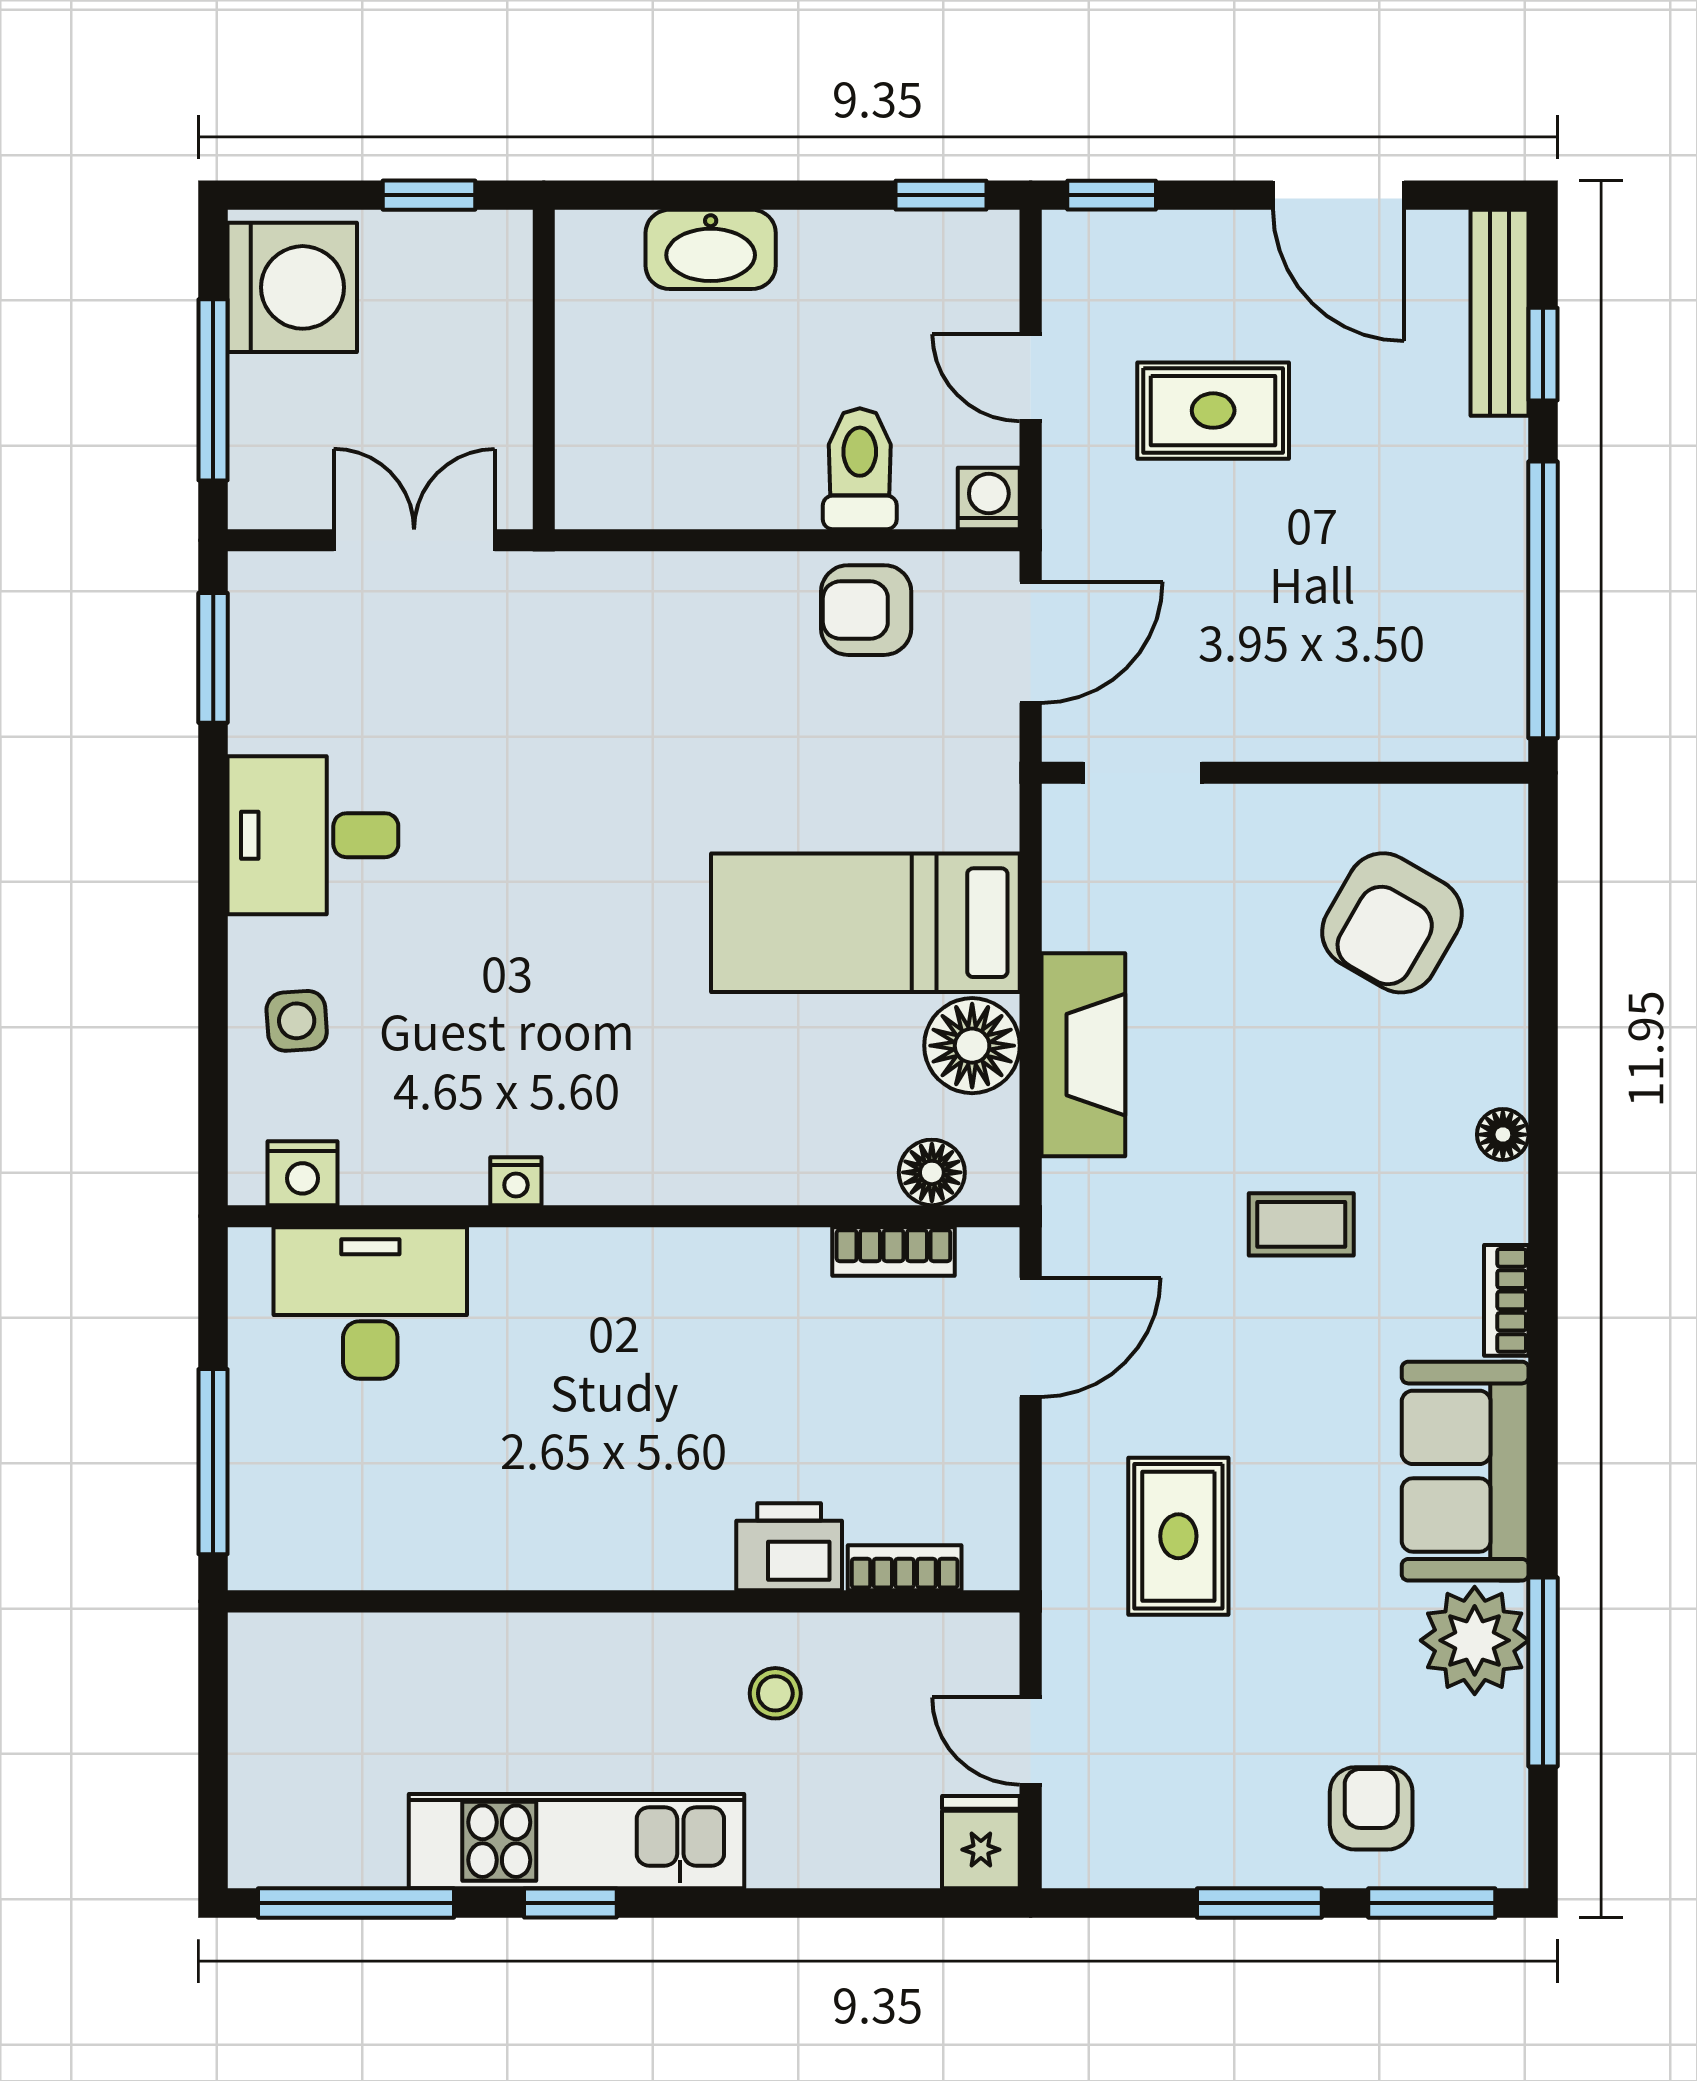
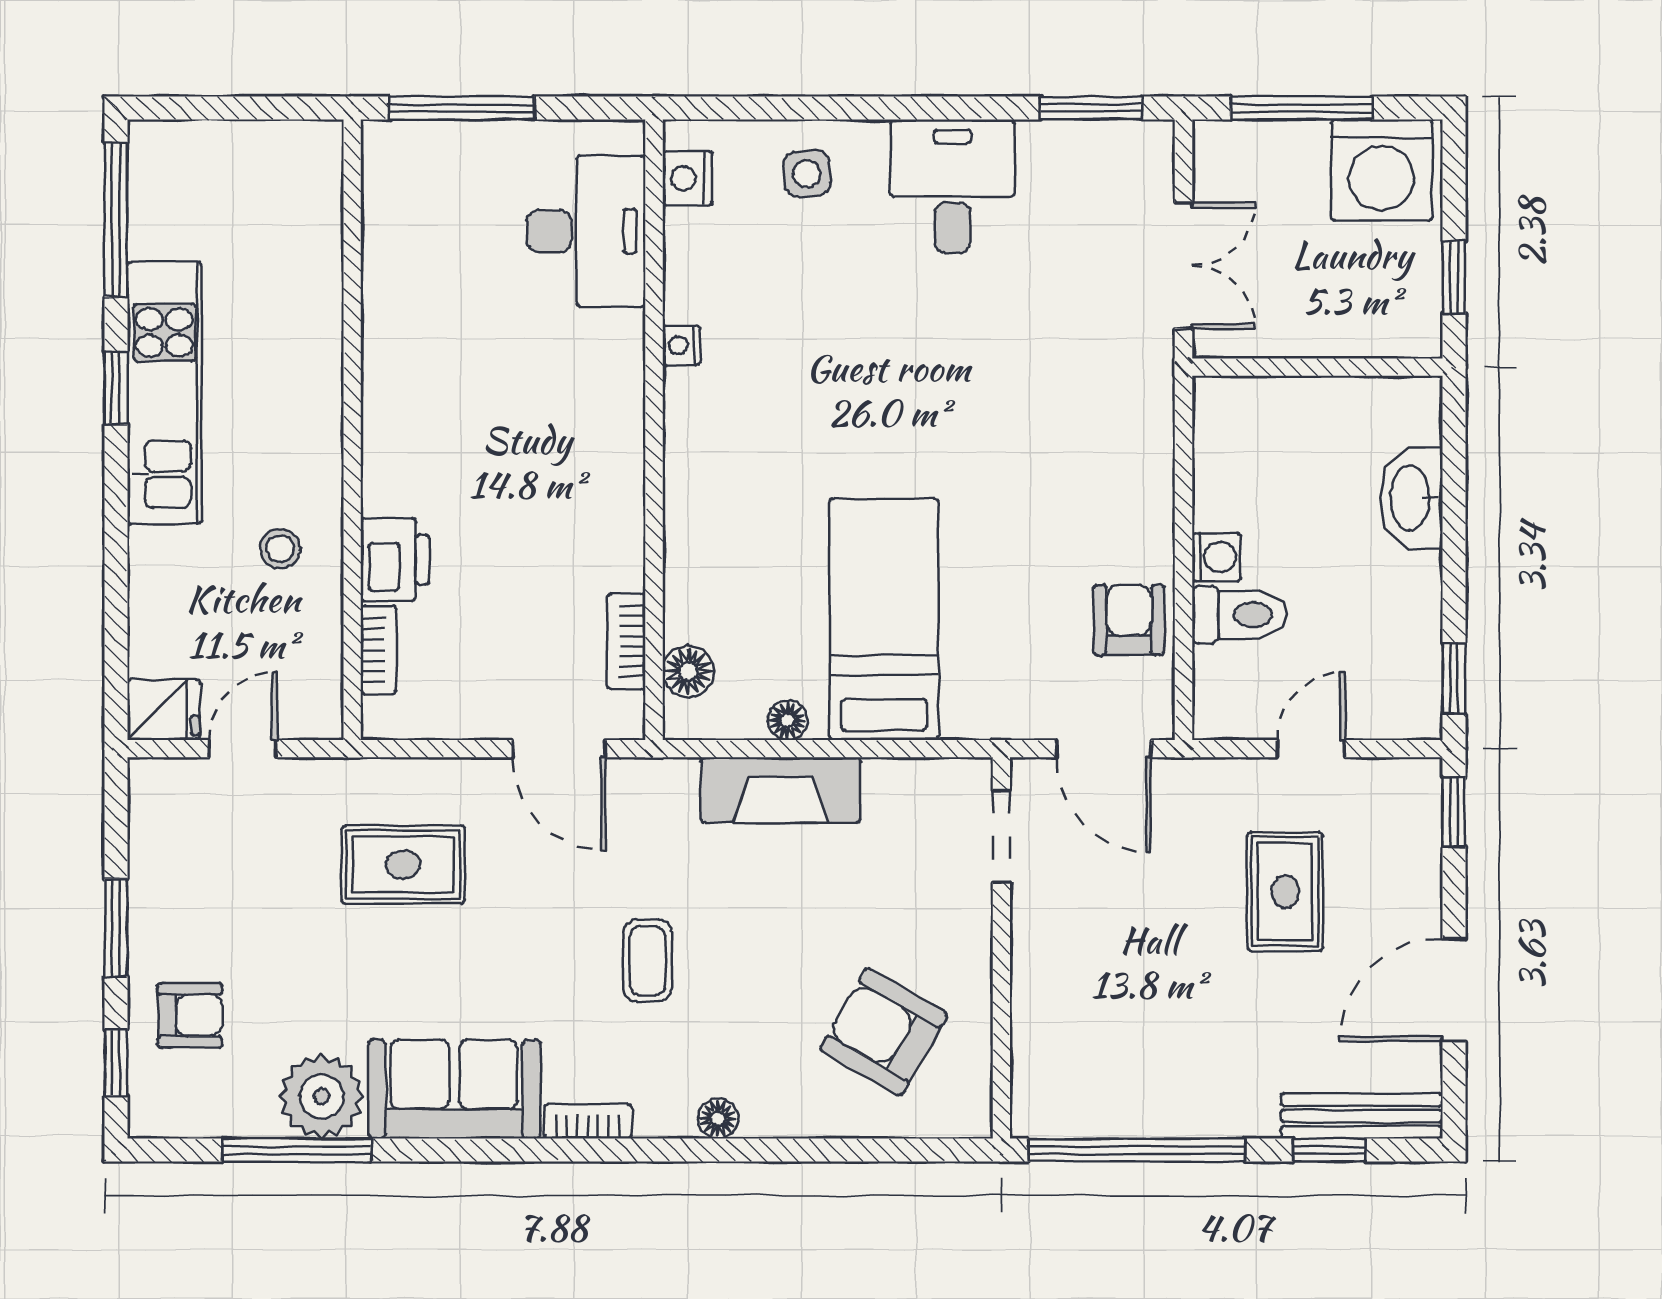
washing machine: (989, 498) -> (1216, 557), moved
floor lamp: (972, 1046) -> (788, 720), width x0.53, depth x0.53
window: (1432, 1903) -> (116, 1063), width x0.67

